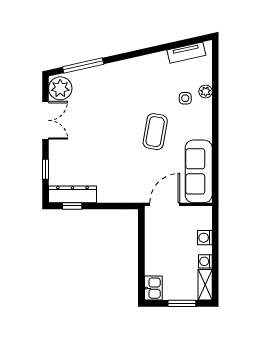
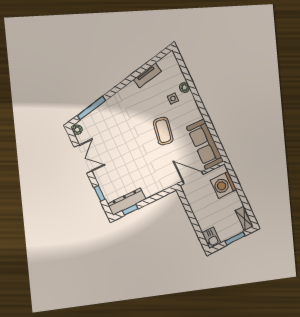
tv unit: (186, 53) -> (147, 75), moved
plant: (60, 88) -> (77, 130), width x0.53, depth x0.53
door: (165, 204) -> (193, 178), hinge flipped
washing machine: (205, 238) -> (223, 185), width x1.89, depth x1.89
washing machine: (205, 261) -> (237, 203), removed

